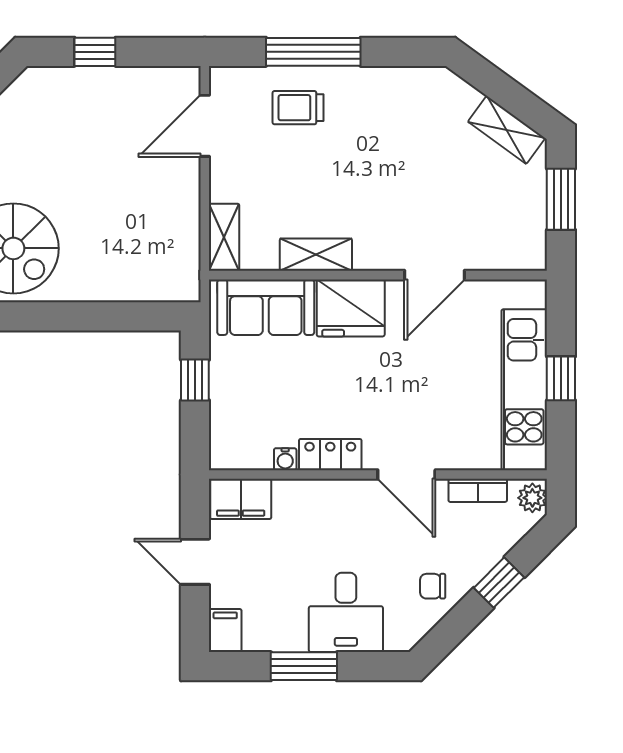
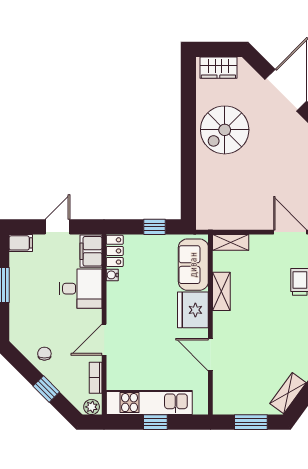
locker: (330, 455) -> (115, 251), moved
desk: (346, 612) -> (81, 289), moved, turned 180

